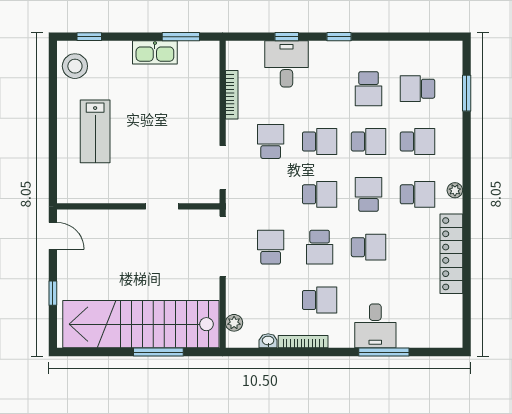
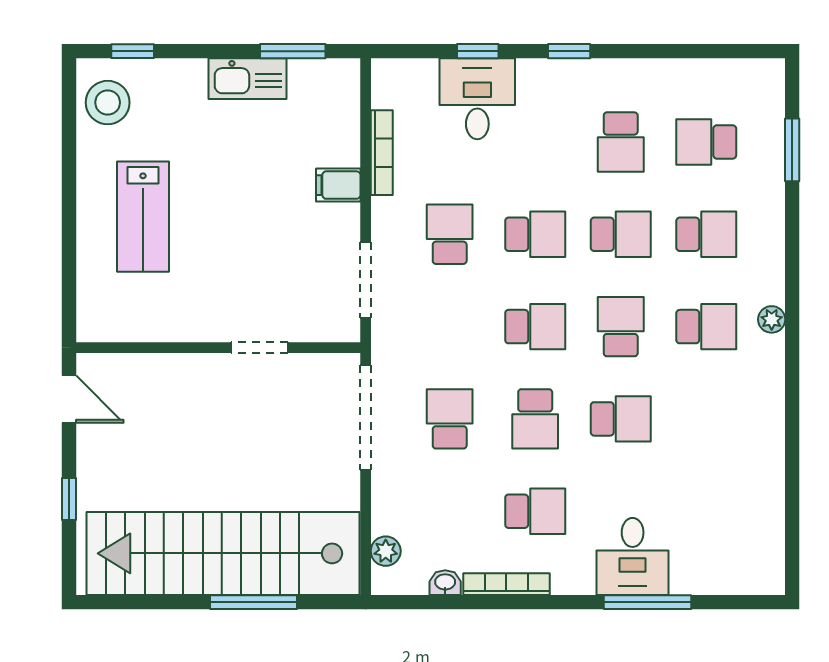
filing cabinet: (207, 113) -> (338, 185), added
locker: (451, 254) -> (765, 430), removed

